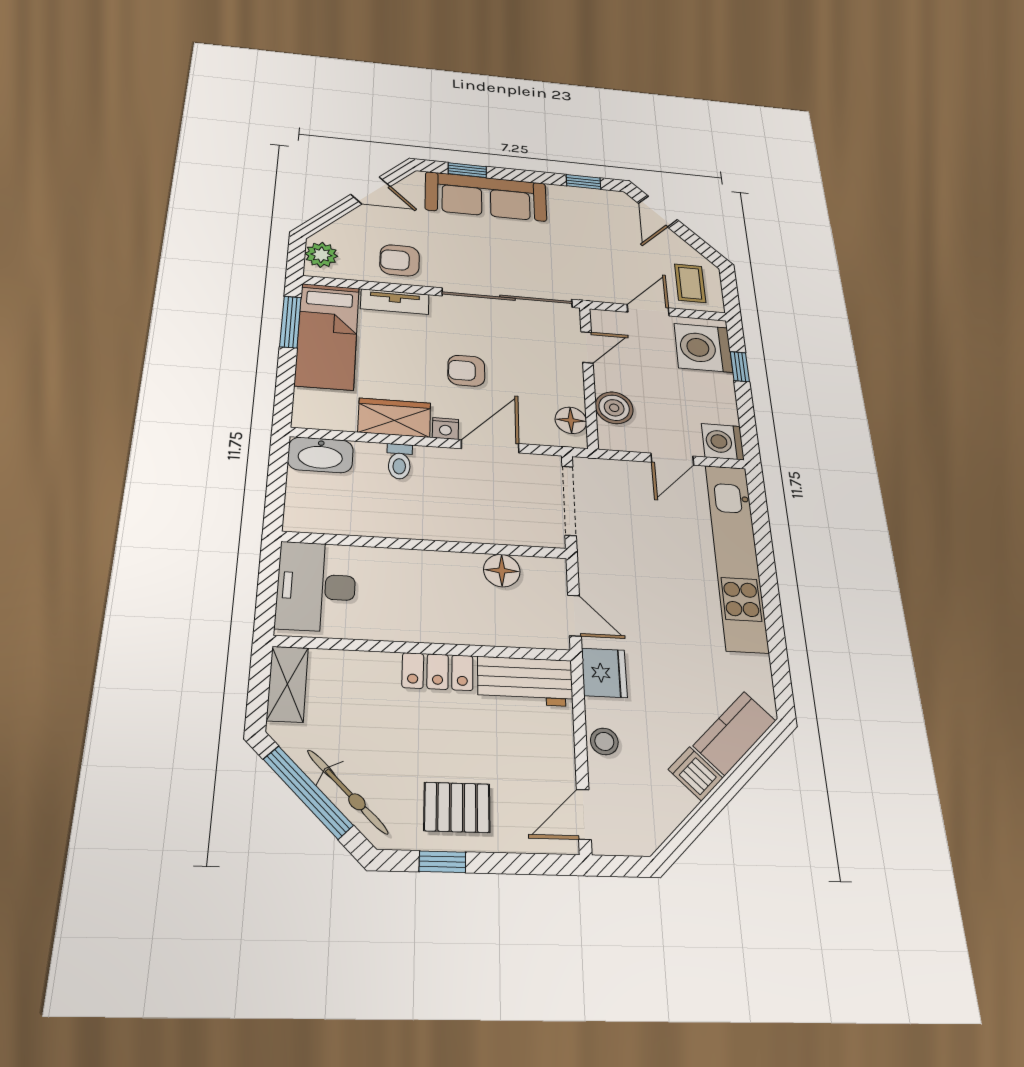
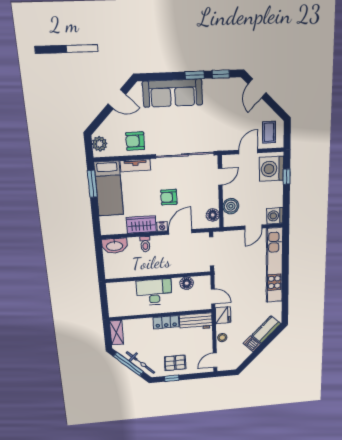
window: (467, 170) -> (195, 75), moved
desk: (316, 586) -> (154, 292), moved, turned 90

